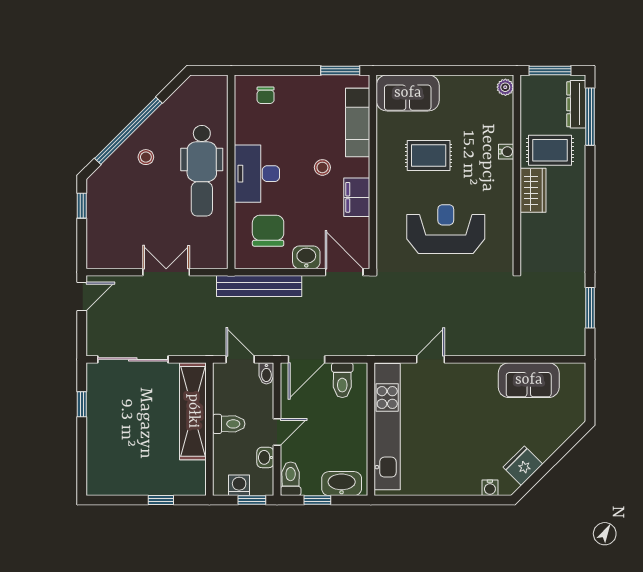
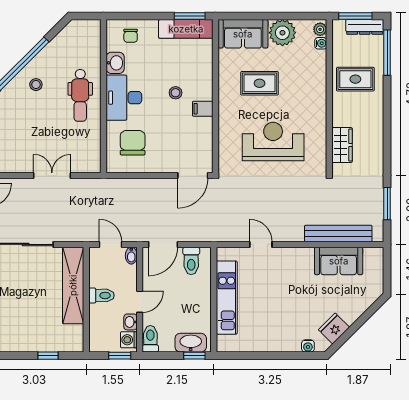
plant: (458, 91) -> (282, 33), added
dresser: (576, 104) -> (365, 27), moved, turned -90
exam couch: (358, 122) -> (186, 29), moved, turned -90
water cooler: (506, 152) -> (321, 43), moved
dental chair: (202, 171) -> (80, 95), width x0.73, depth x0.72
wardrobe: (533, 190) -> (342, 145), moved
filing cabinet: (357, 197) -> (203, 109), width x0.50
washbasin: (306, 257) -> (115, 63), moved, turned 90
door: (344, 272) -> (193, 176), swing flipped
bench: (259, 286) -> (338, 234), moved
door: (430, 359) -> (261, 244), hinge flipped
kitchen unit: (387, 427) -> (227, 298), width x0.73
washing machine: (239, 485) -> (129, 340), moved, turned -90
window: (317, 500) -> (194, 356), moved

